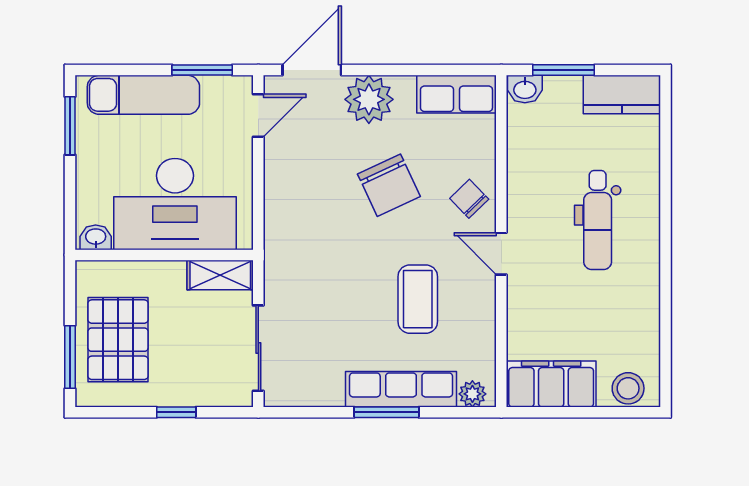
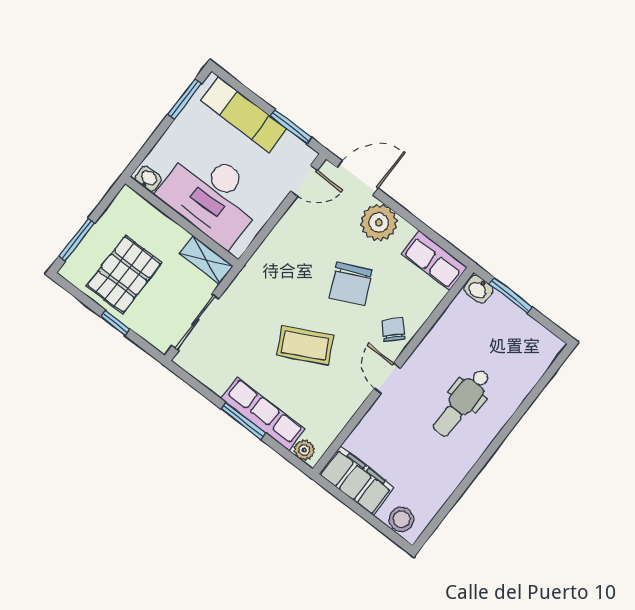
kitchen counter: (622, 94) -> (535, 338), removed
coffee table: (418, 299) -> (305, 345), moved, turned 63
pallet: (118, 340) -> (124, 274), moved

